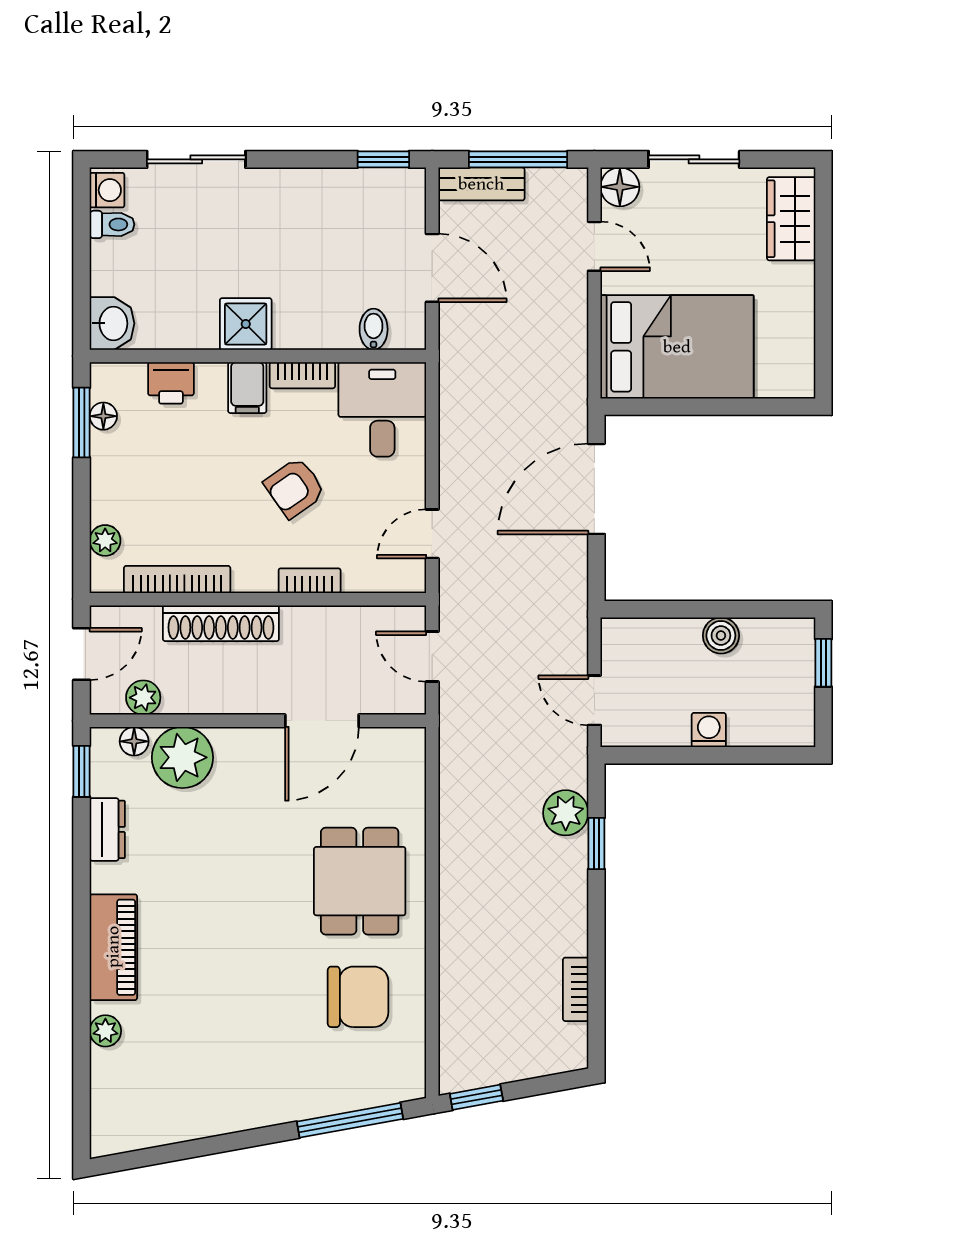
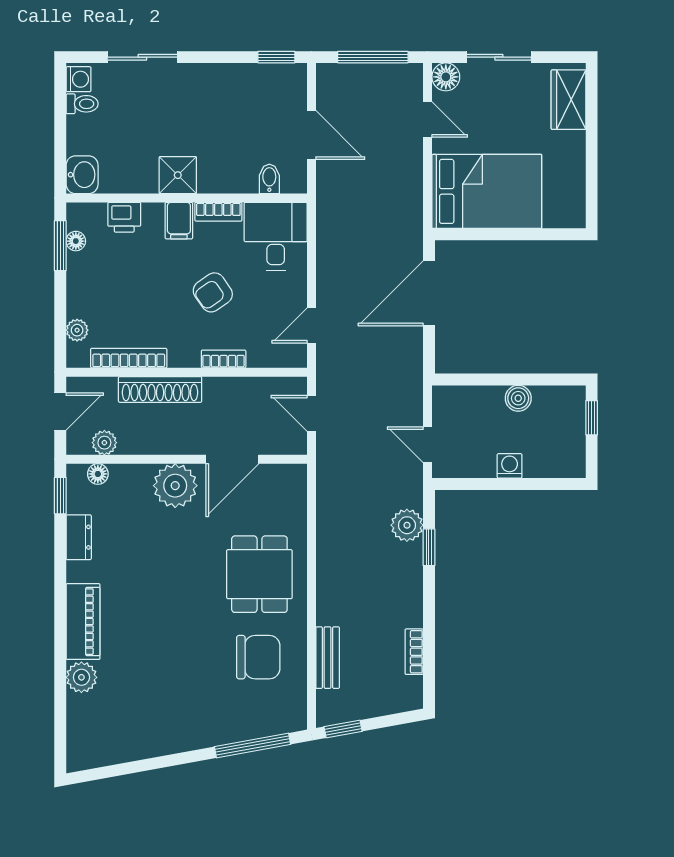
bench: (481, 184) -> (328, 658), moved, turned 90
plant: (182, 757) -> (175, 486), moved
plant: (105, 1031) -> (81, 677), width x1.38, depth x1.38

